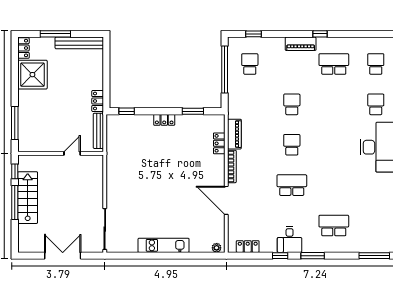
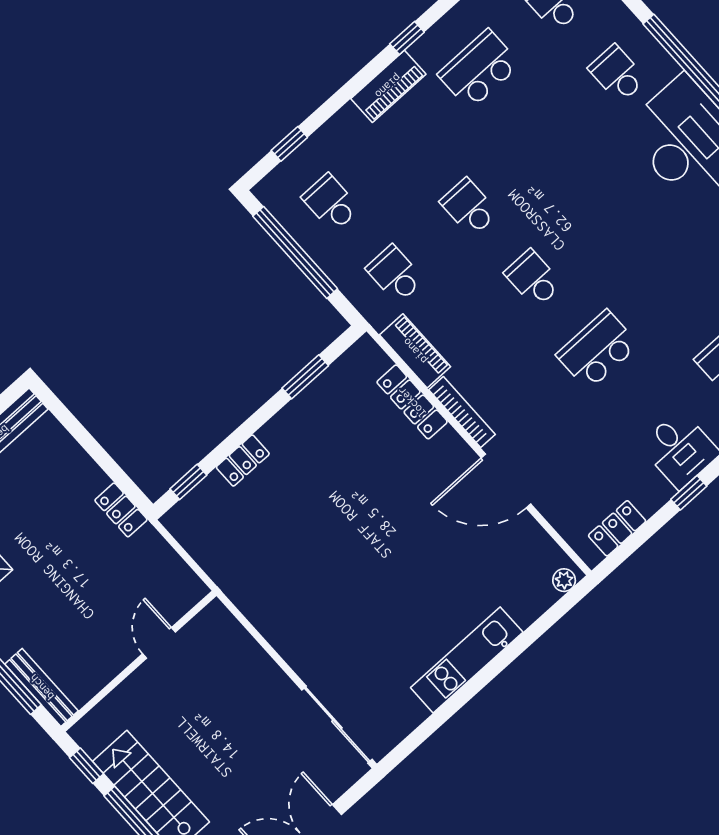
school desk: (250, 104) -> (395, 274), added
locker: (164, 120) -> (243, 461), moved
bench: (98, 131) -> (42, 687), moved
locker: (219, 143) -> (412, 402), width x1.53

